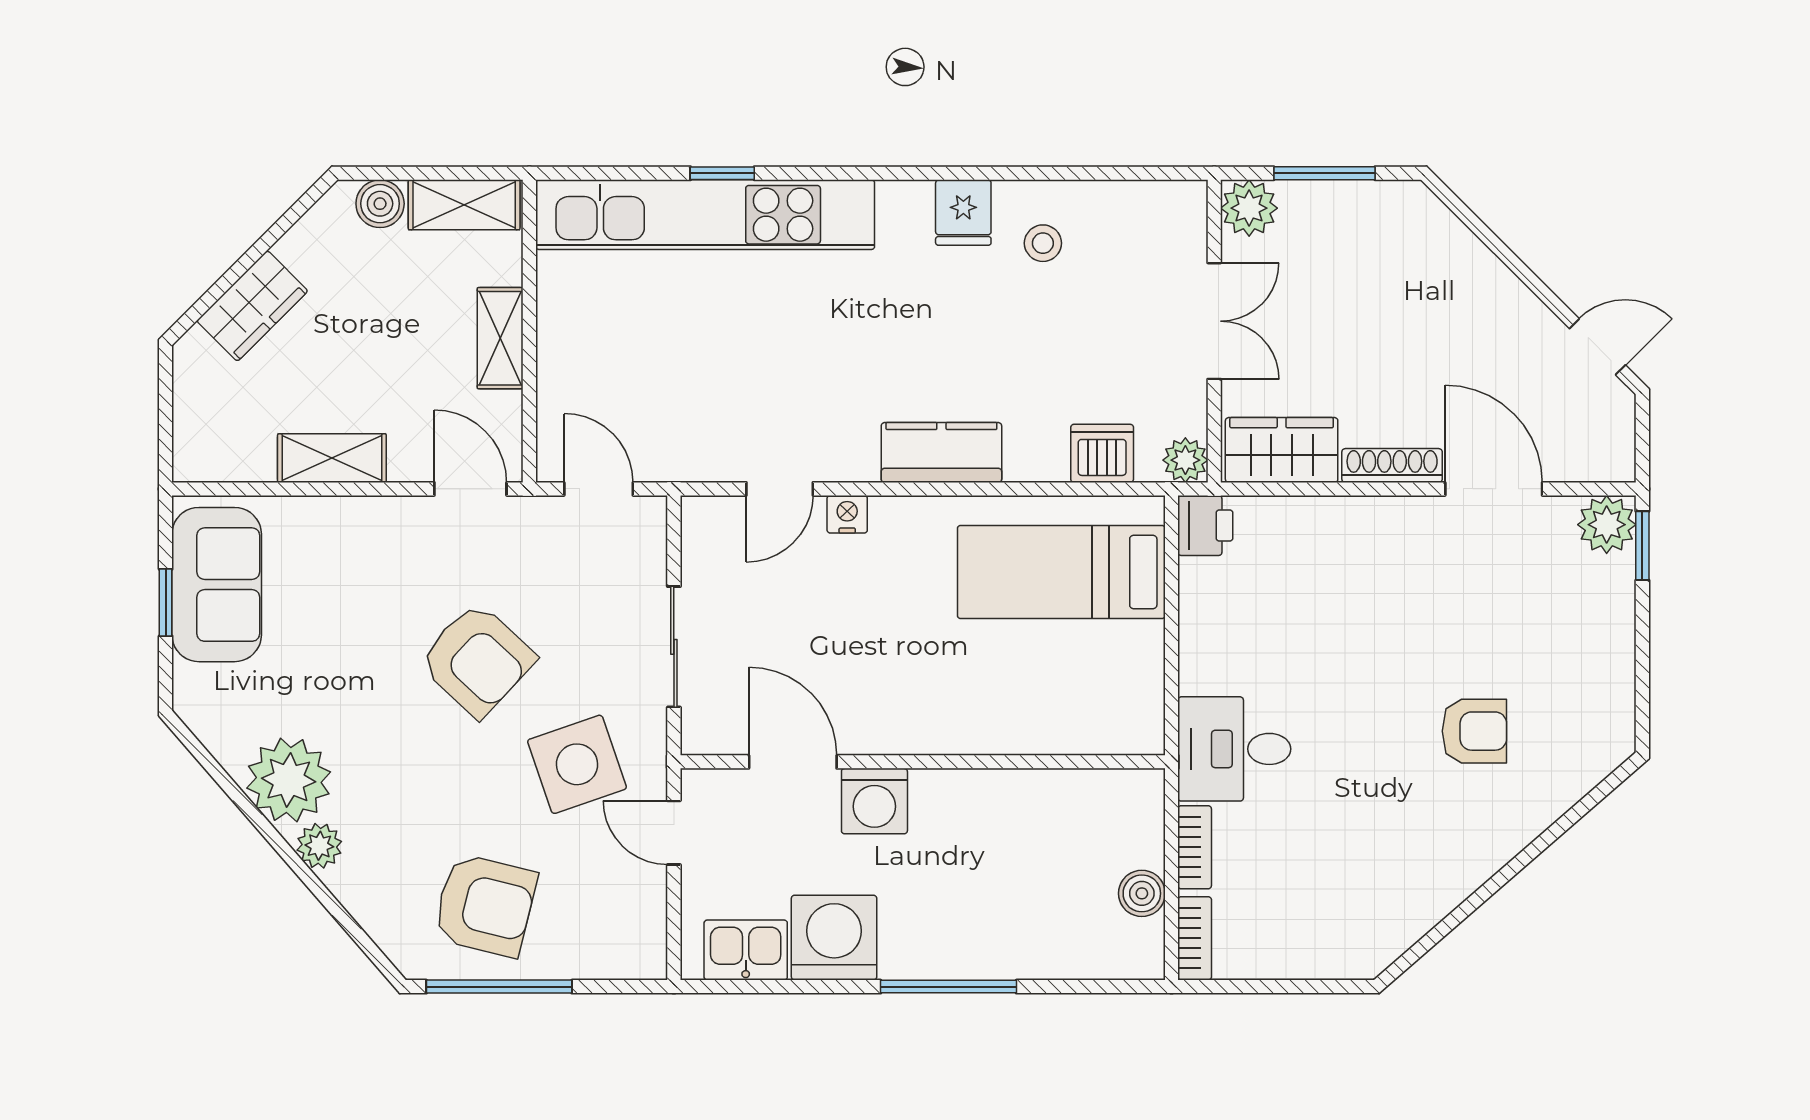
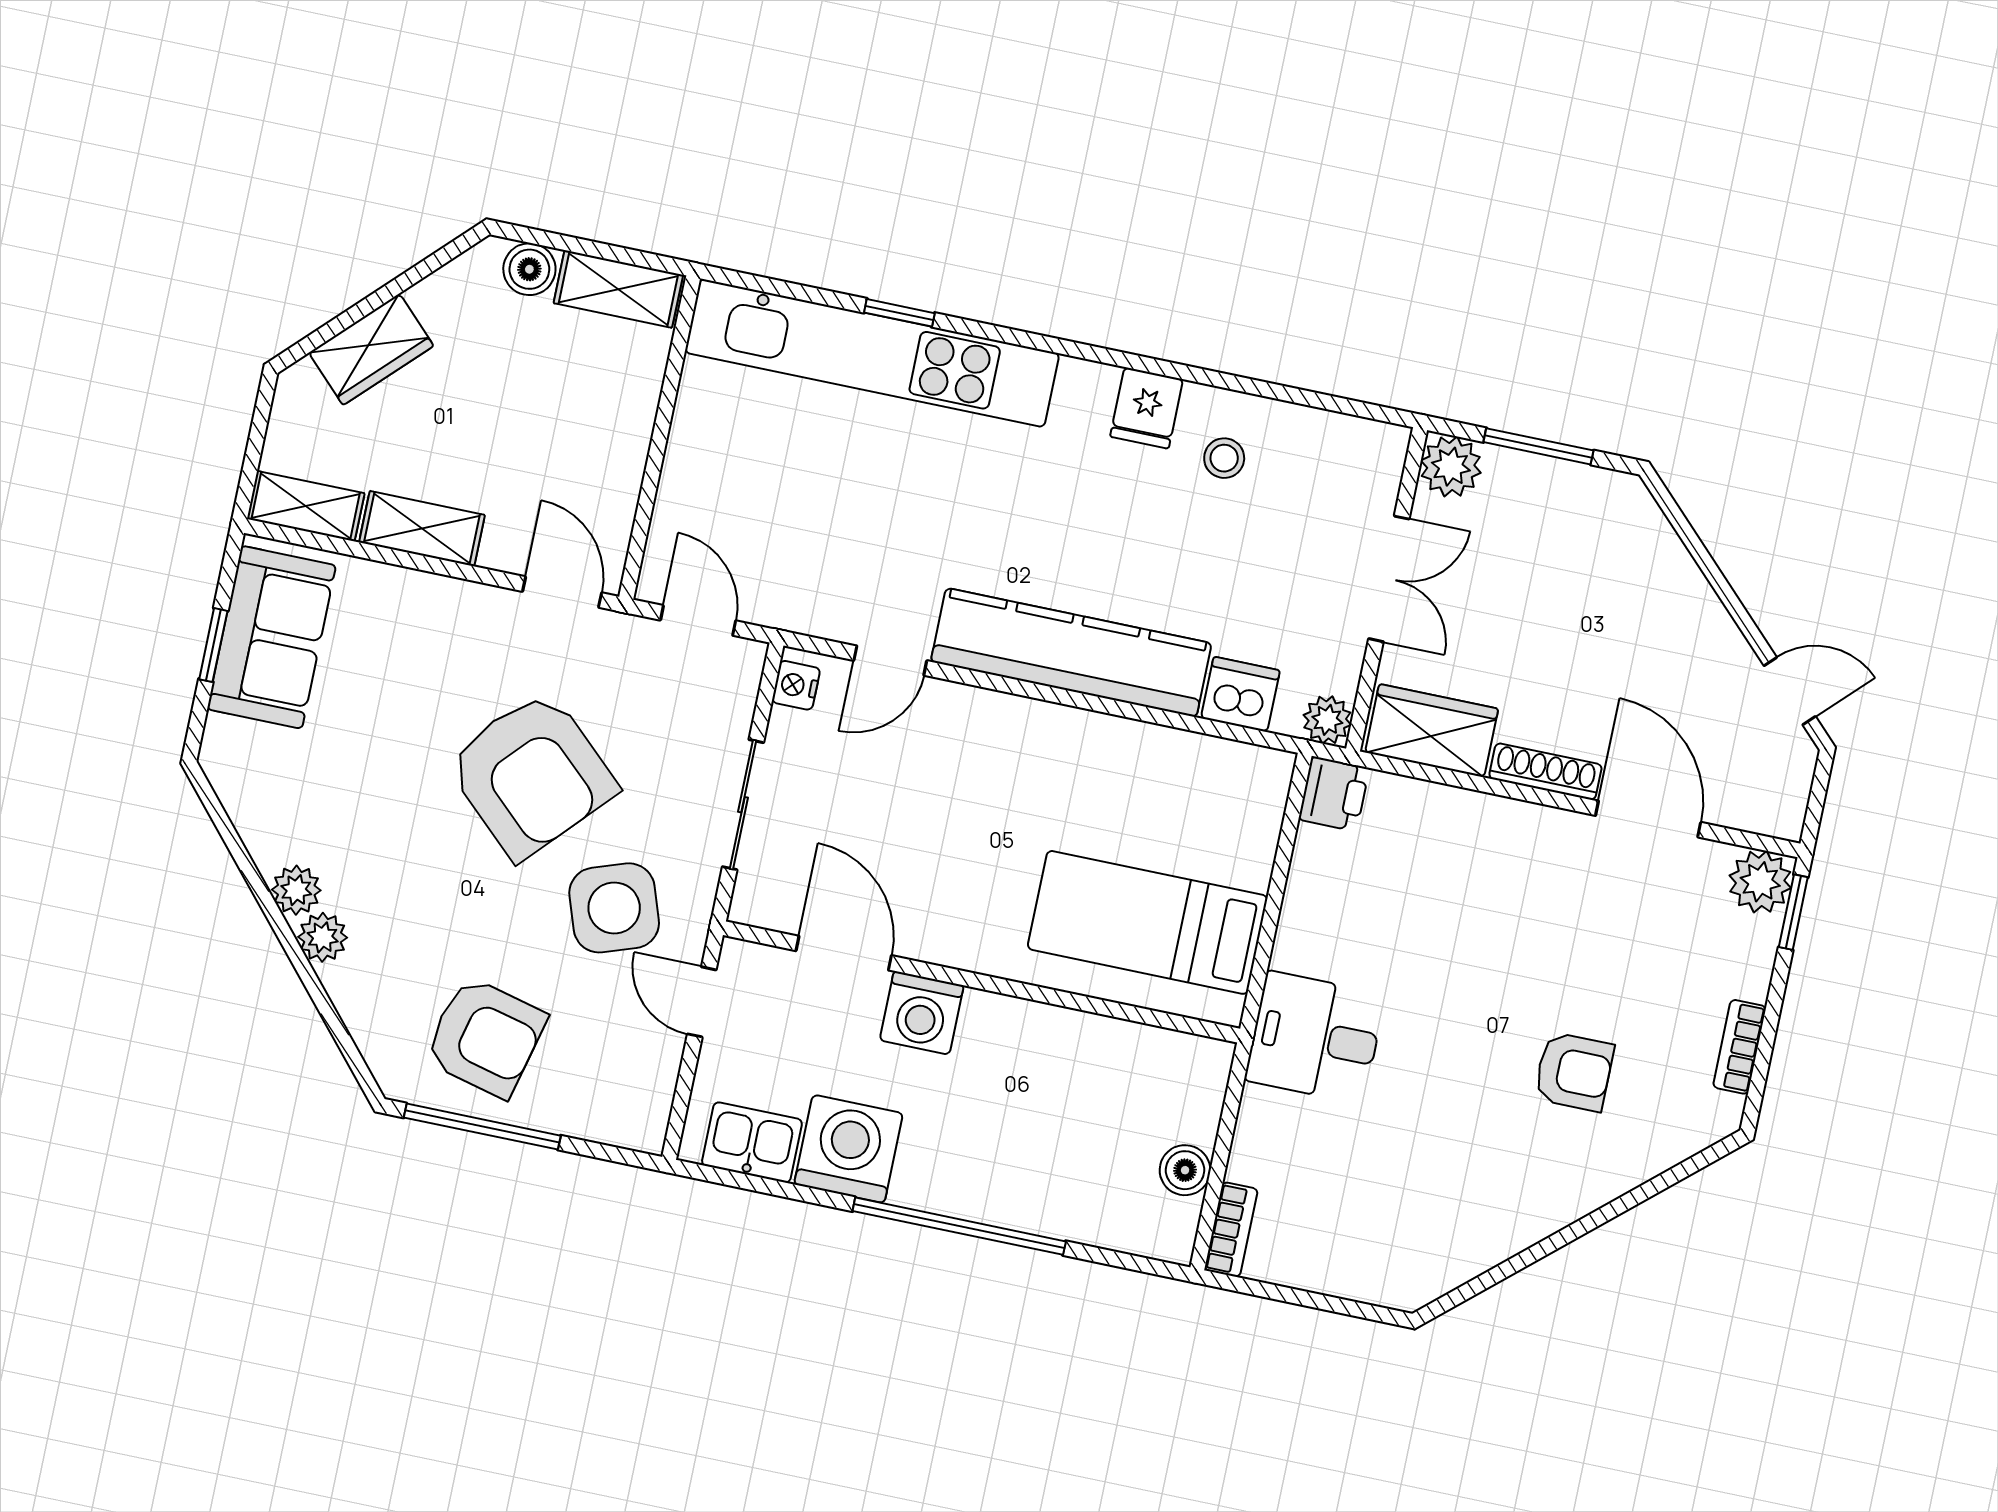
shelving: (500, 338) -> (306, 506), moved, turned 90
kitchen counter: (941, 452) -> (1071, 652), width x2.08, depth x1.17
nightstand: (847, 514) -> (796, 685), moved, turned -90
bed: (1061, 572) -> (1148, 922), moved
armchair: (477, 660) -> (531, 775), width x1.36, depth x1.36
plant: (289, 780) -> (296, 890), width x0.53, depth x0.53
bookcase: (1195, 847) -> (1740, 1047), moved, turned 180
window: (949, 987) -> (959, 1226), width x1.46

